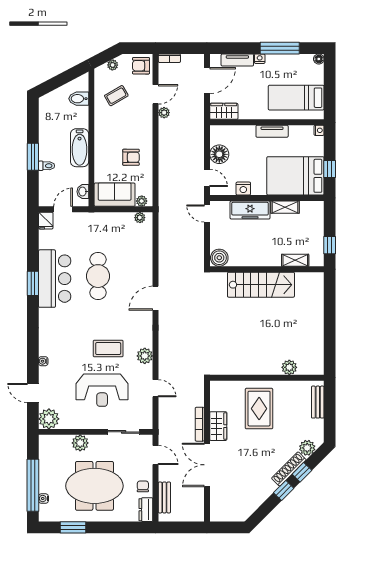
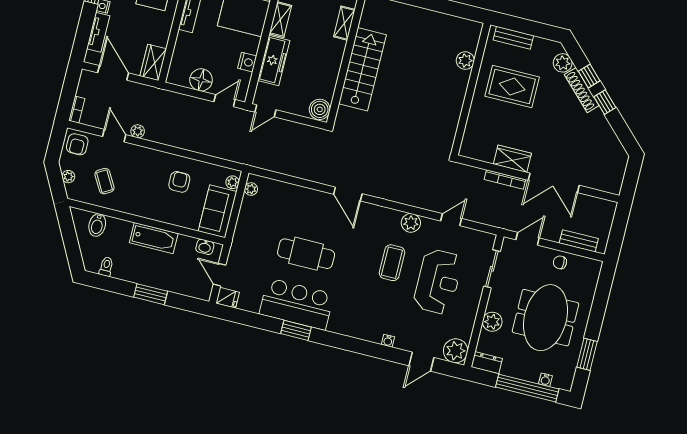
toilet: (47, 166) -> (106, 266), moved
rug: (259, 409) -> (512, 87), moved
dresser: (146, 510) -> (487, 363), moved, turned 180

